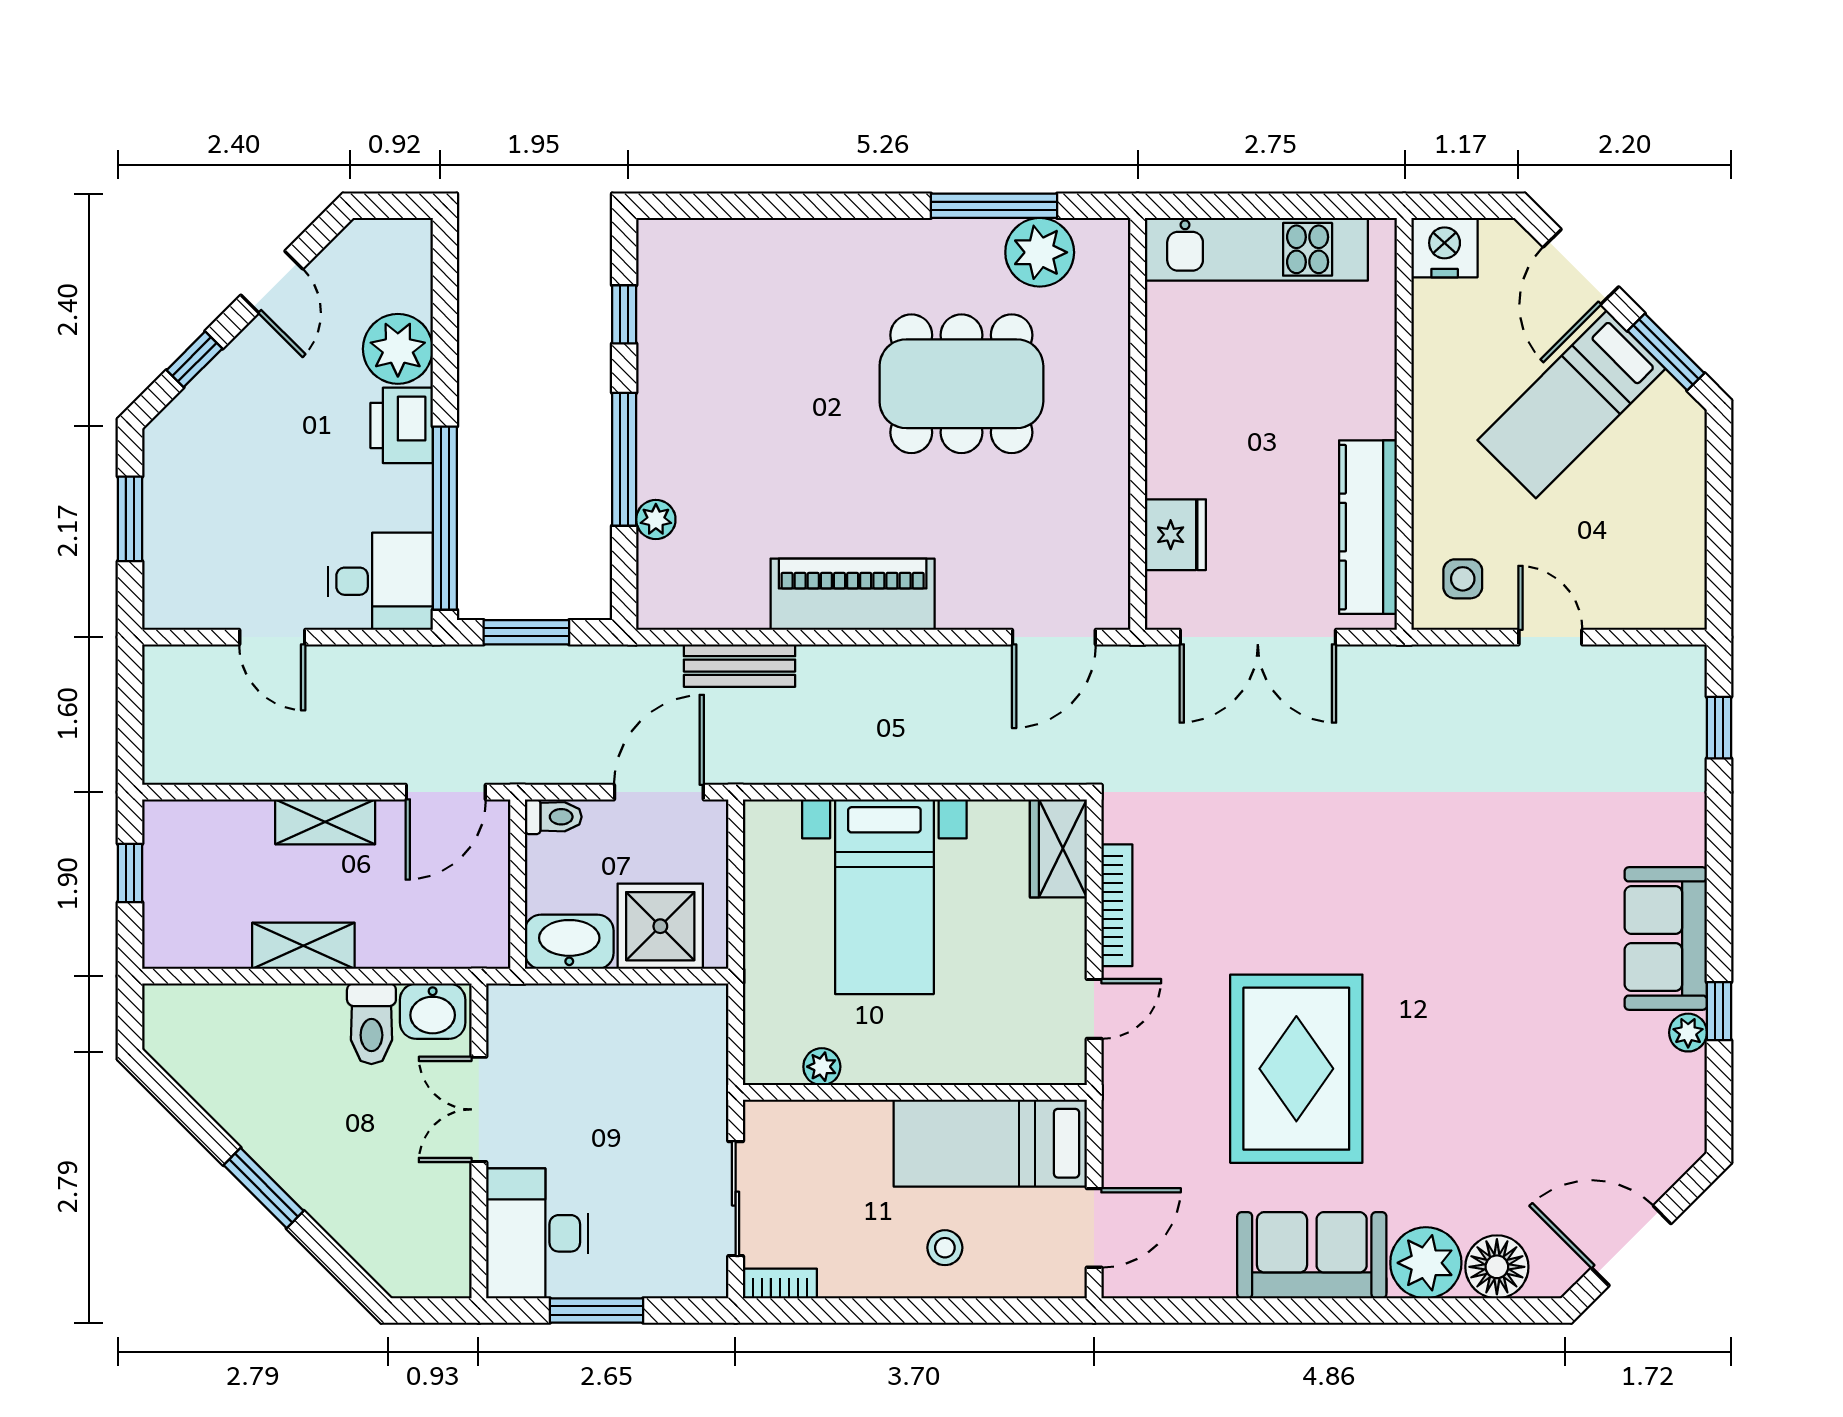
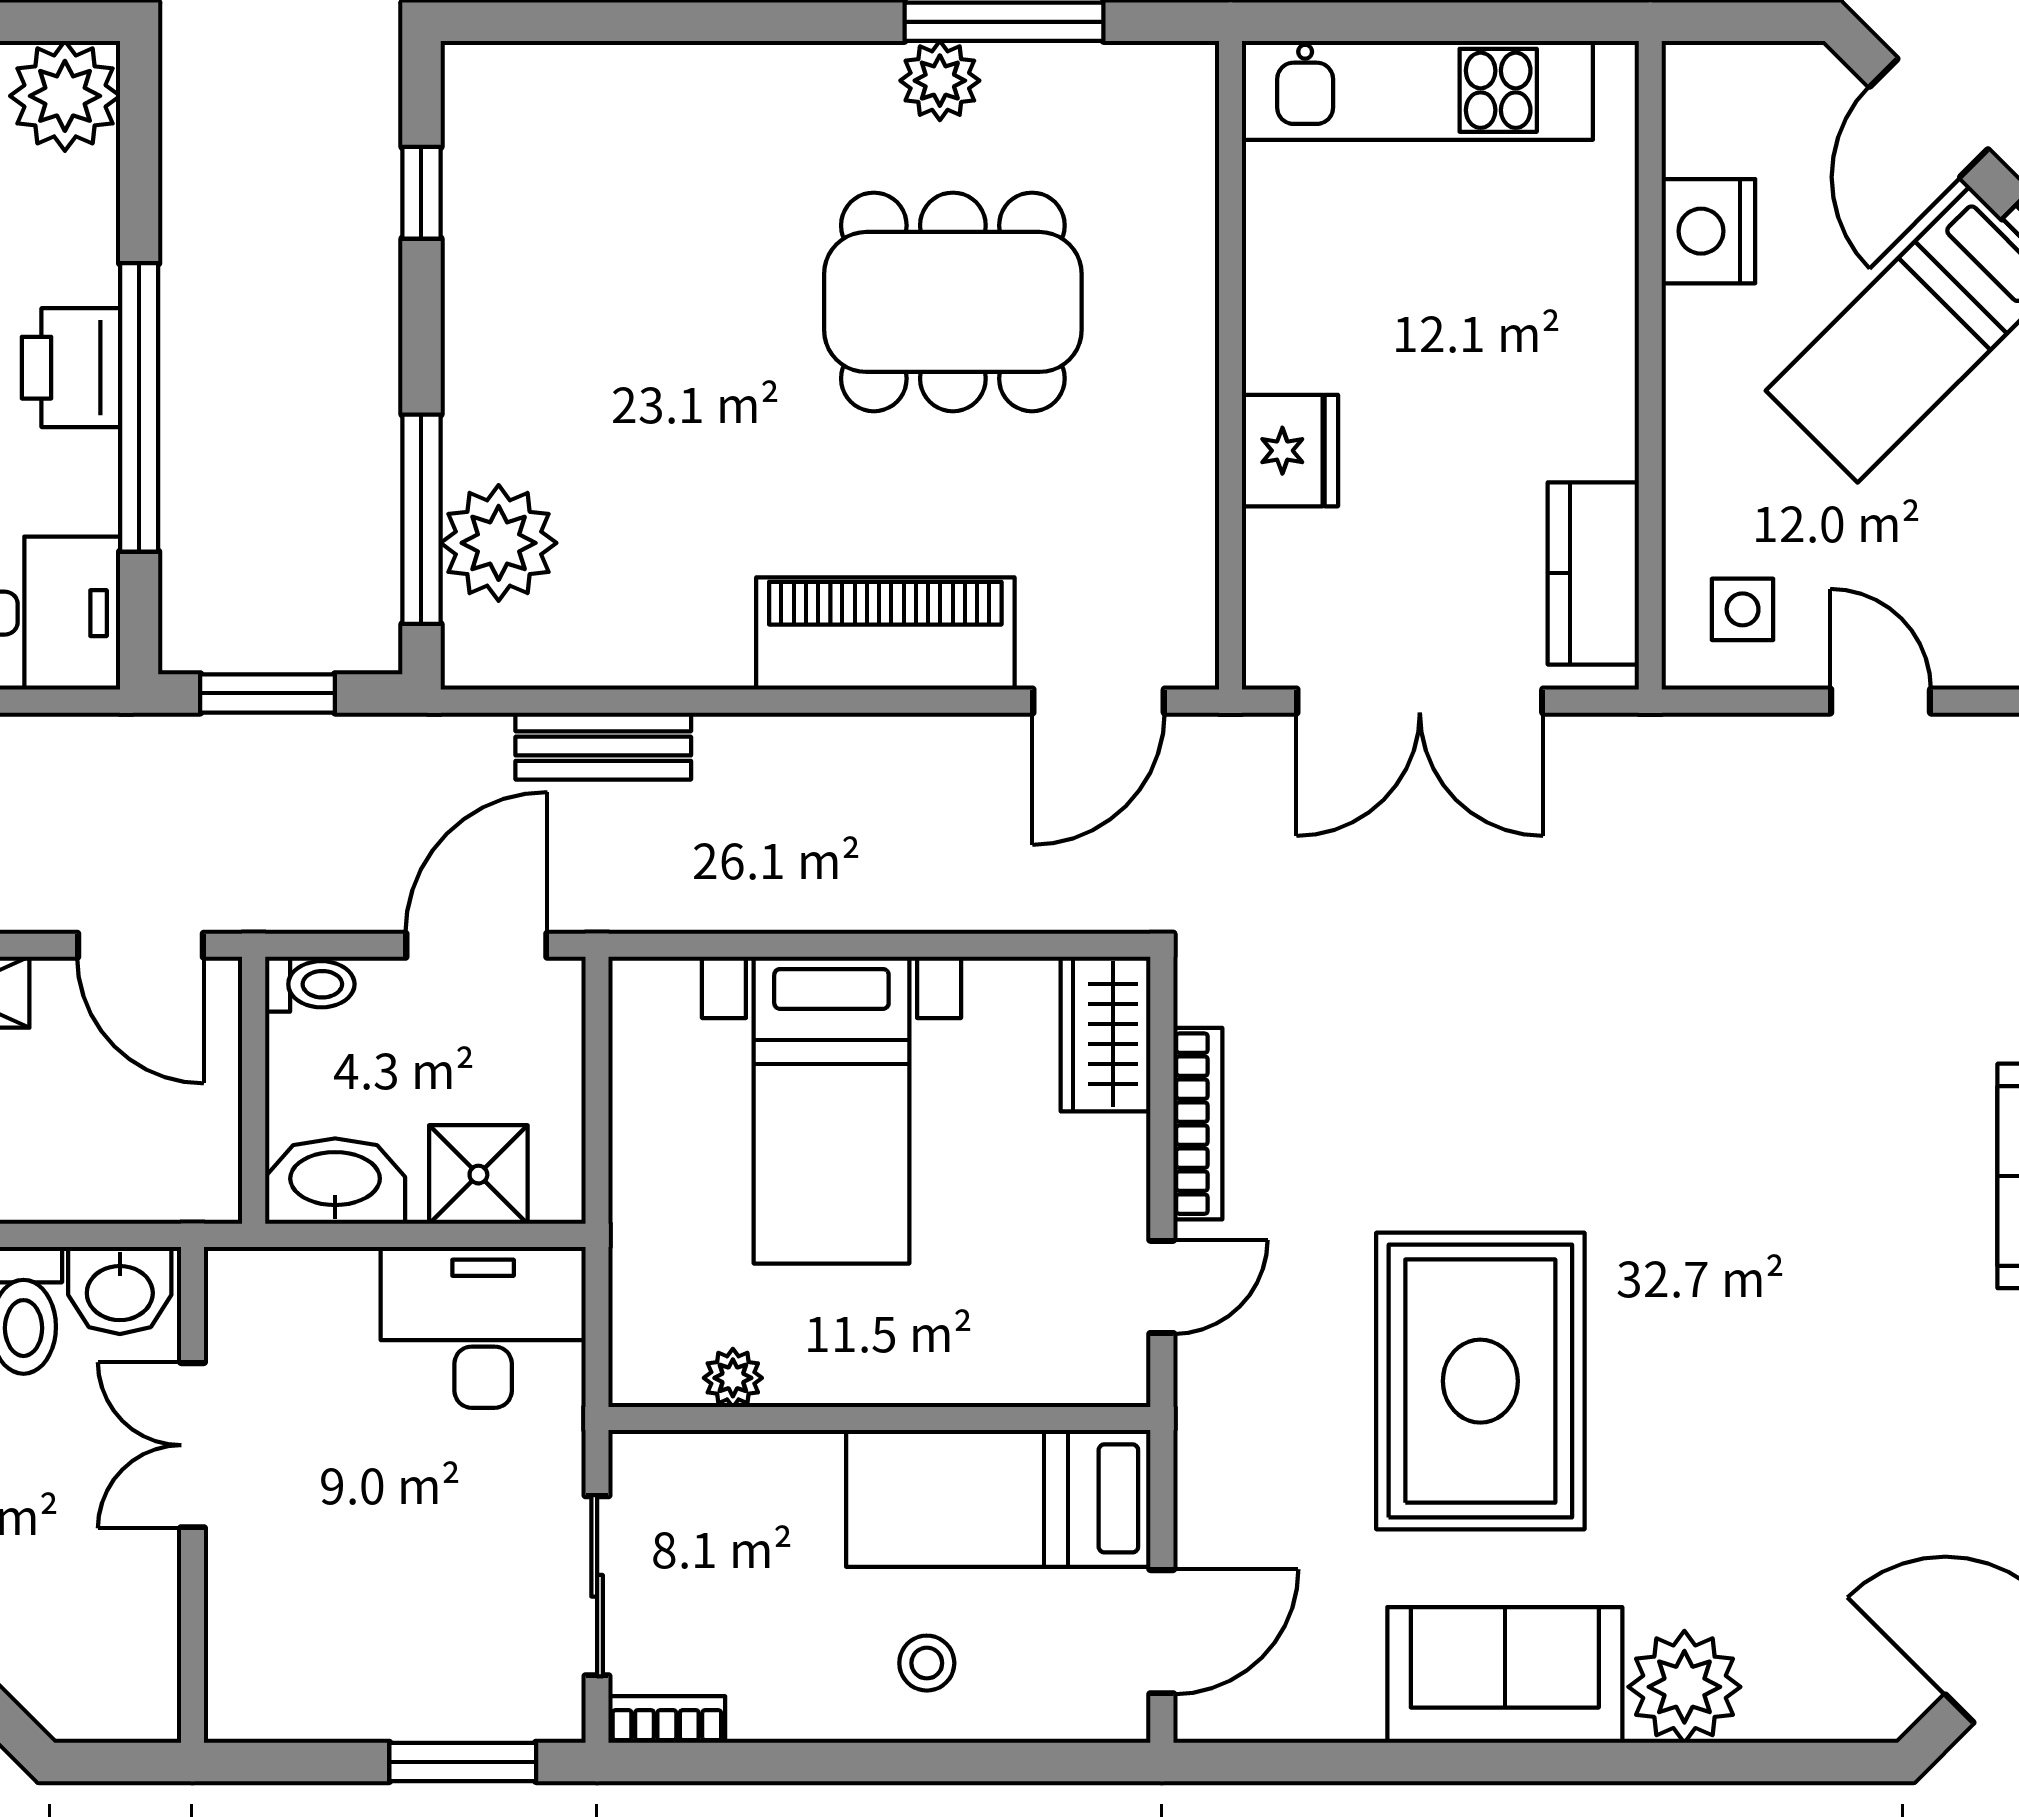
nightstand: (1445, 248) -> (1708, 231), moved, turned -90
plant: (1040, 252) -> (940, 81), moved, width x0.73, depth x0.73
plant: (398, 349) -> (65, 96), moved
window: (624, 459) -> (421, 519), moved
window: (445, 518) -> (139, 407), moved
plant: (656, 519) -> (499, 543), width x1.87, depth x1.87
kitchen counter: (1368, 527) -> (1593, 573), width x0.67
fridge: (1175, 535) -> (1290, 451), moved
piano: (853, 594) -> (885, 633), moved
door: (446, 792) -> (140, 945), hinge flipped
shower: (660, 926) -> (478, 1175), width x0.73, depth x0.73
desk: (537, 1233) -> (483, 1327), moved, turned 90
floor lamp: (1497, 1267) -> (1796, 1693), removed
window: (596, 1310) -> (463, 1762), moved

